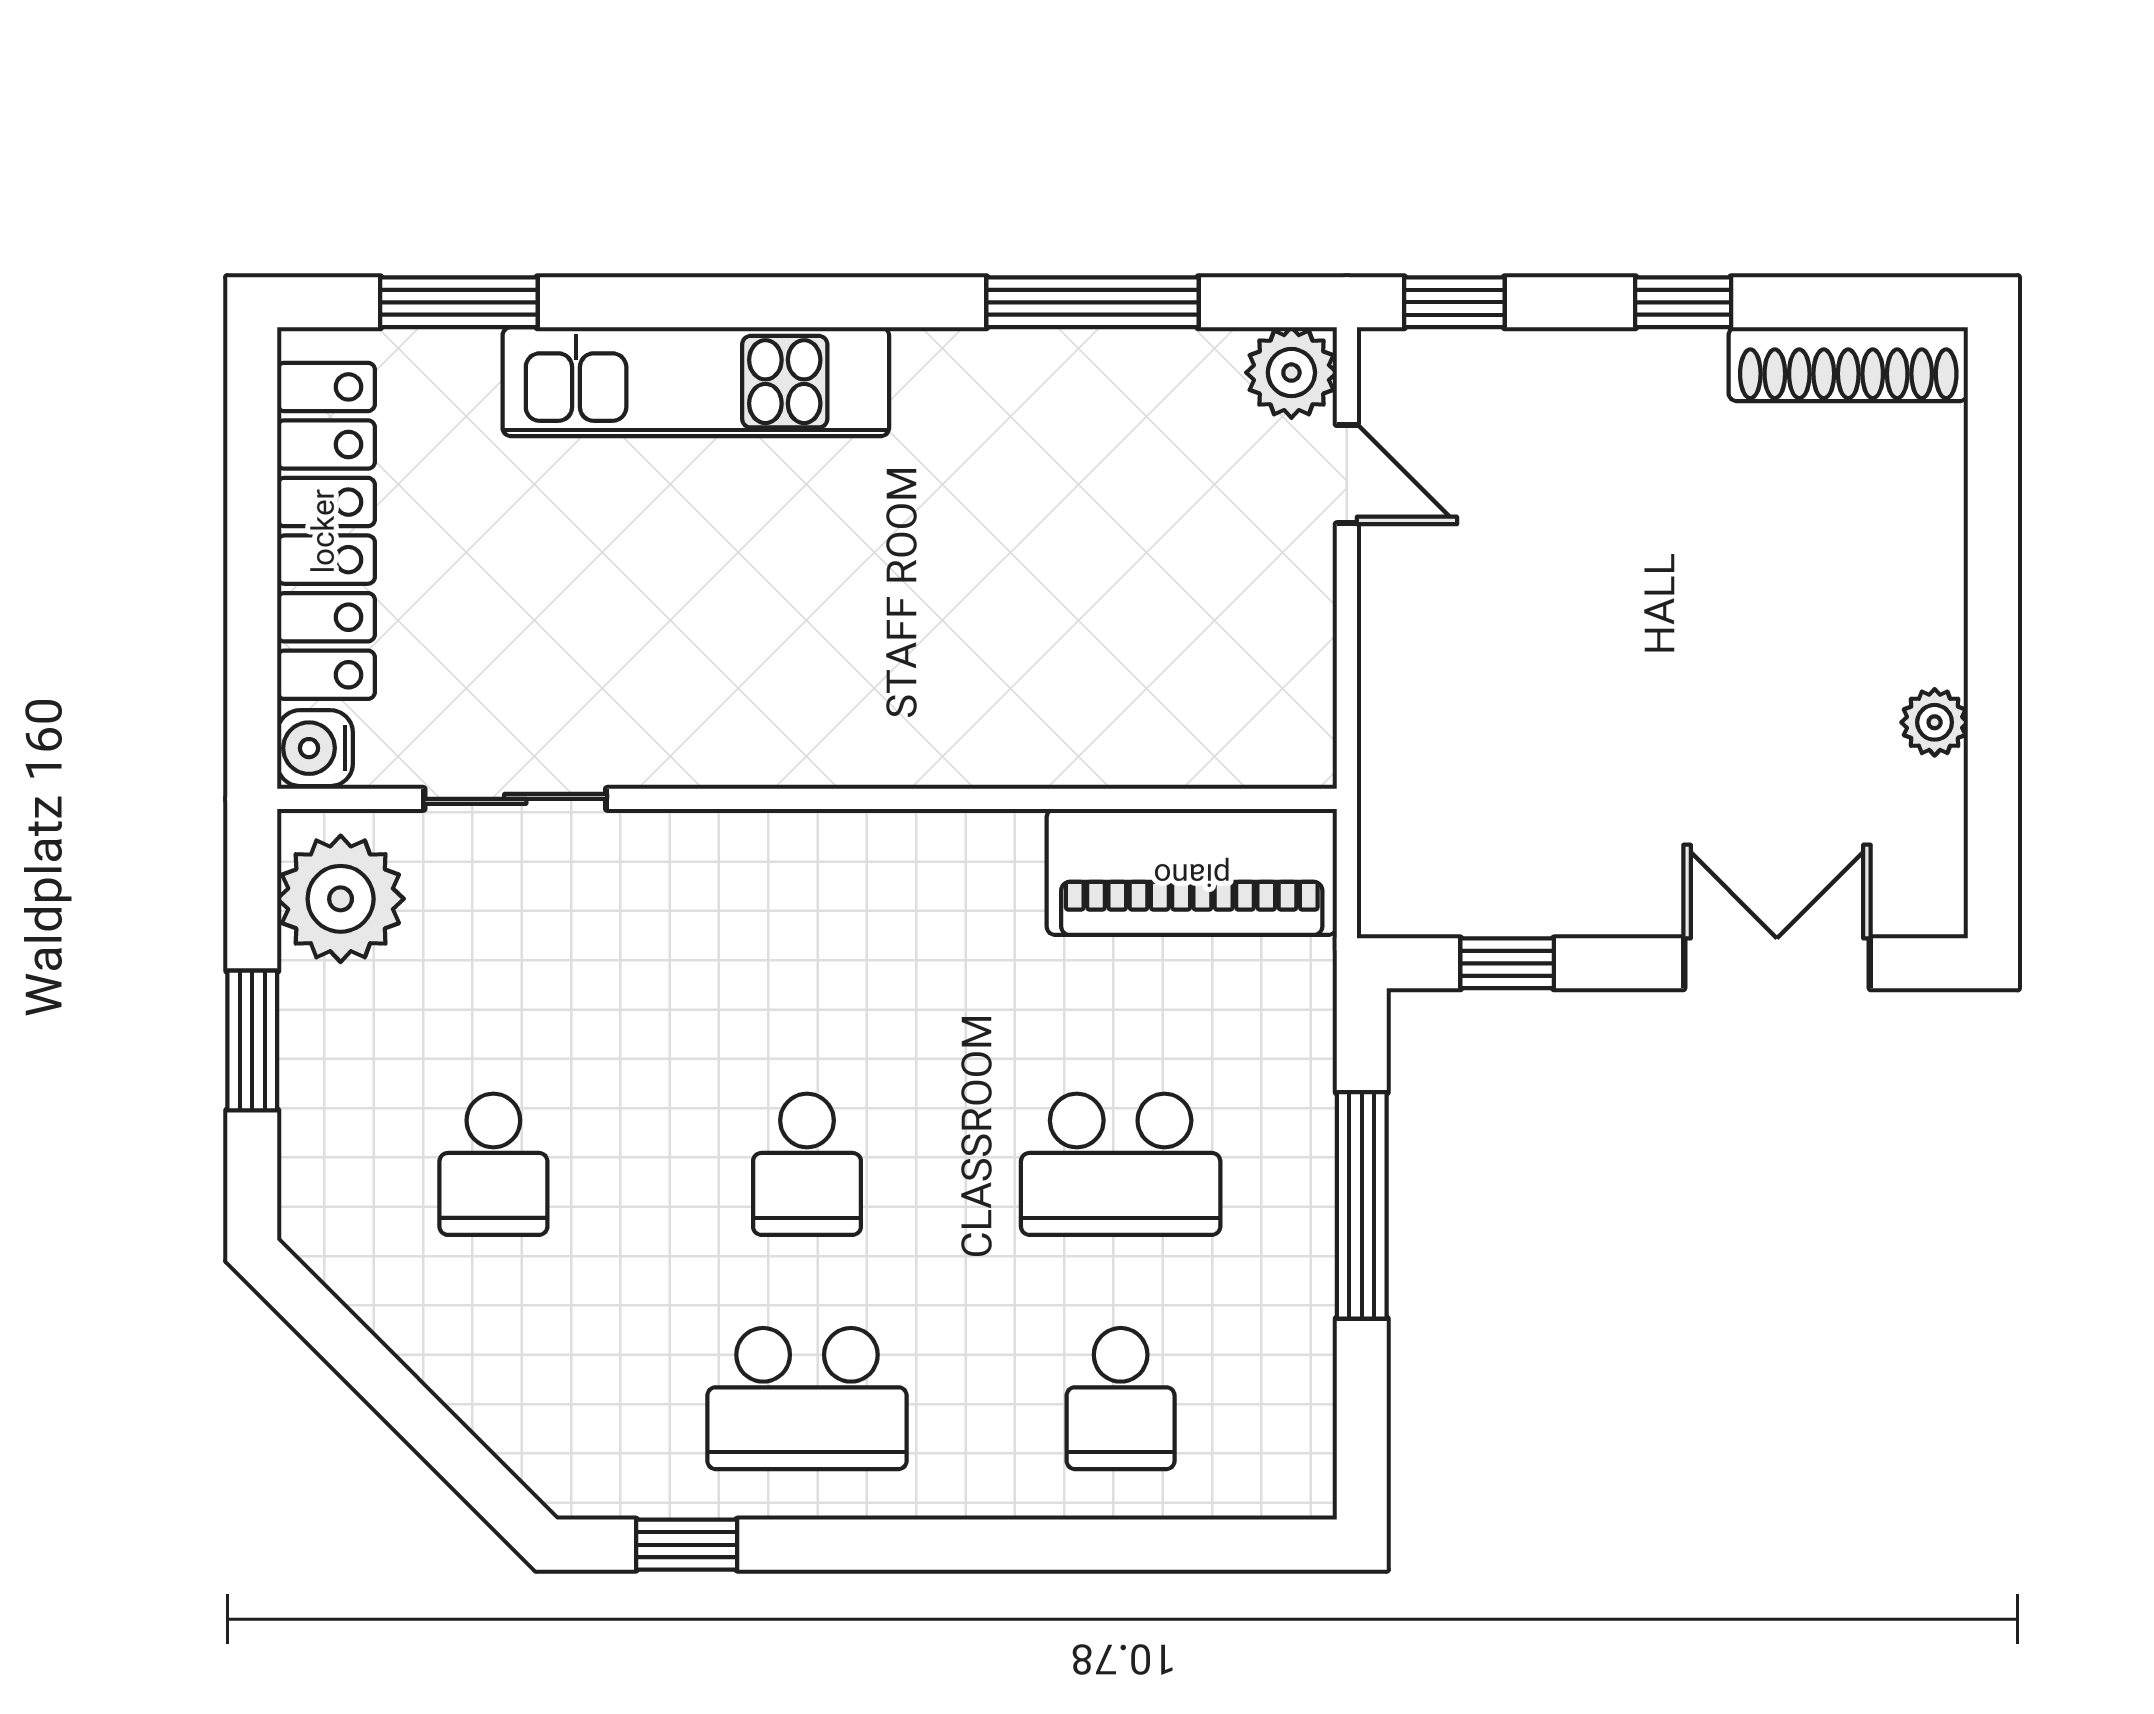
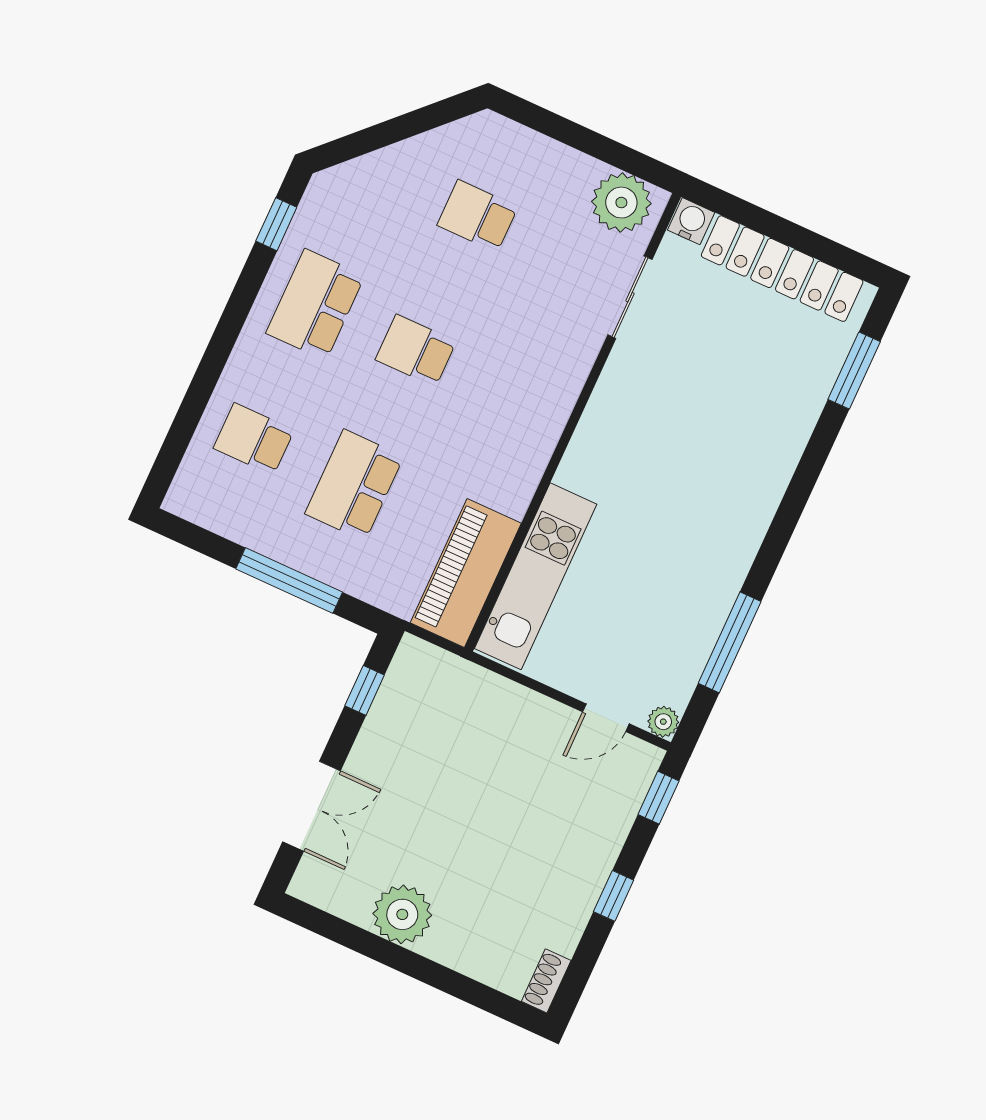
shoe rack: (1848, 364) -> (546, 981), width x0.51, depth x0.81
plant: (1291, 373) -> (663, 722), width x0.73, depth x0.73
kitchen unit: (696, 382) -> (536, 576), moved, turned 180
plant: (1935, 722) -> (402, 914), width x1.88, depth x1.88
window: (252, 1041) -> (578, 137), removed

